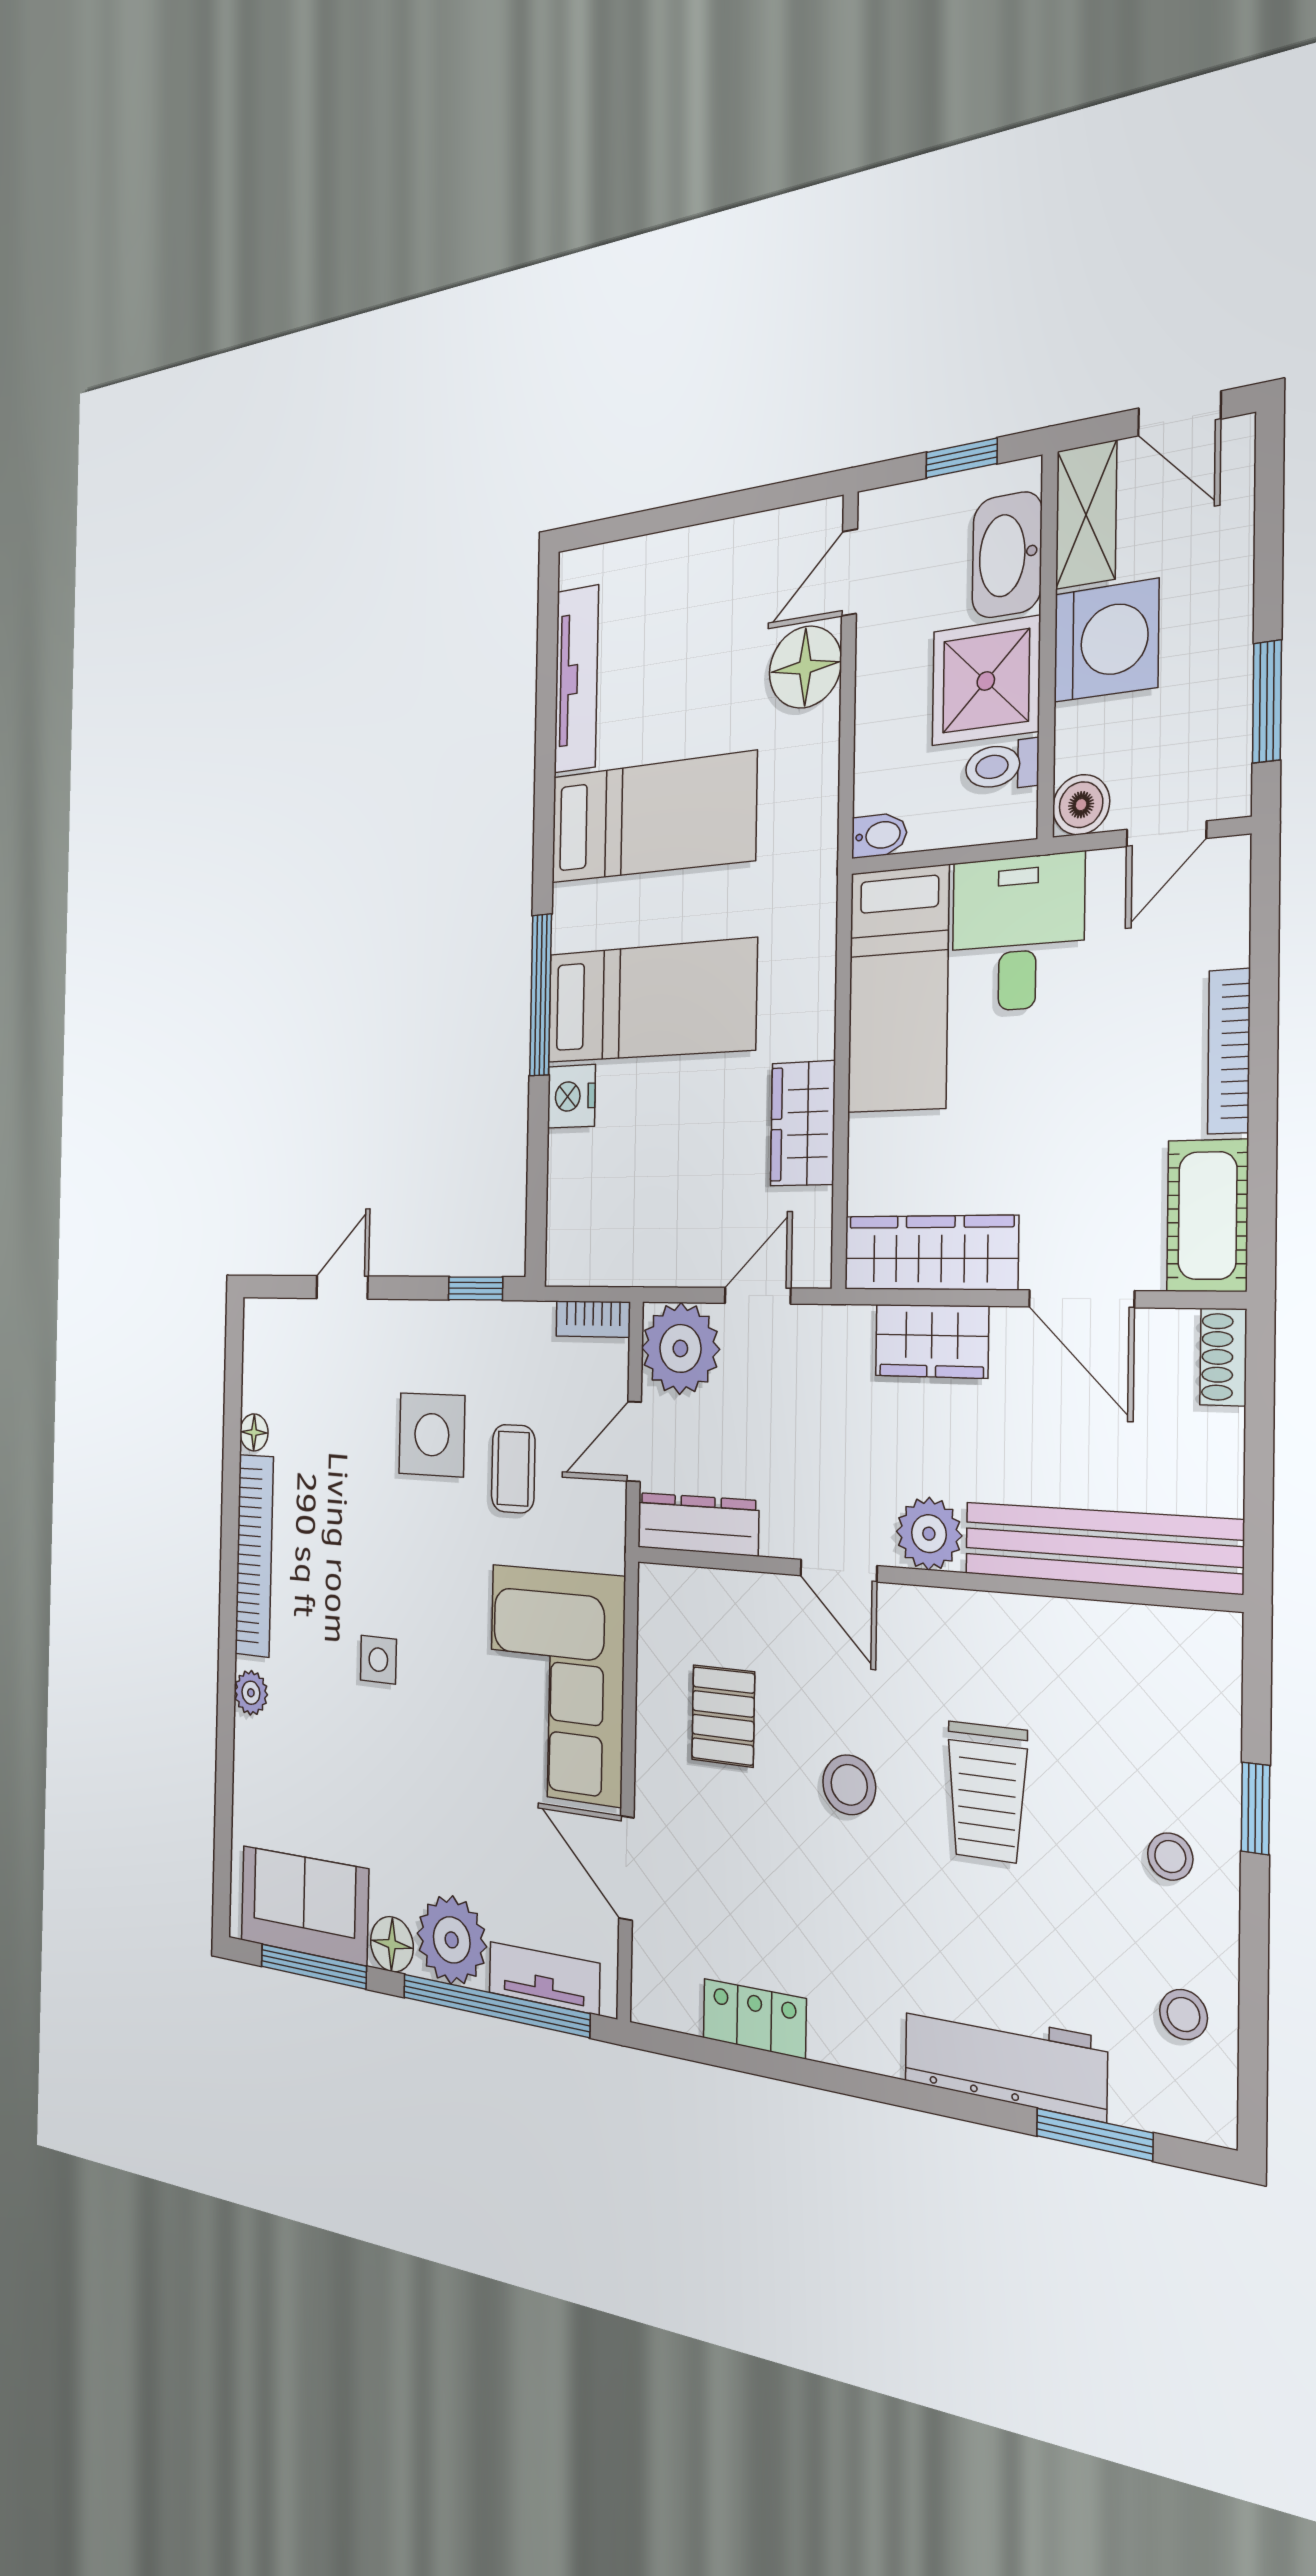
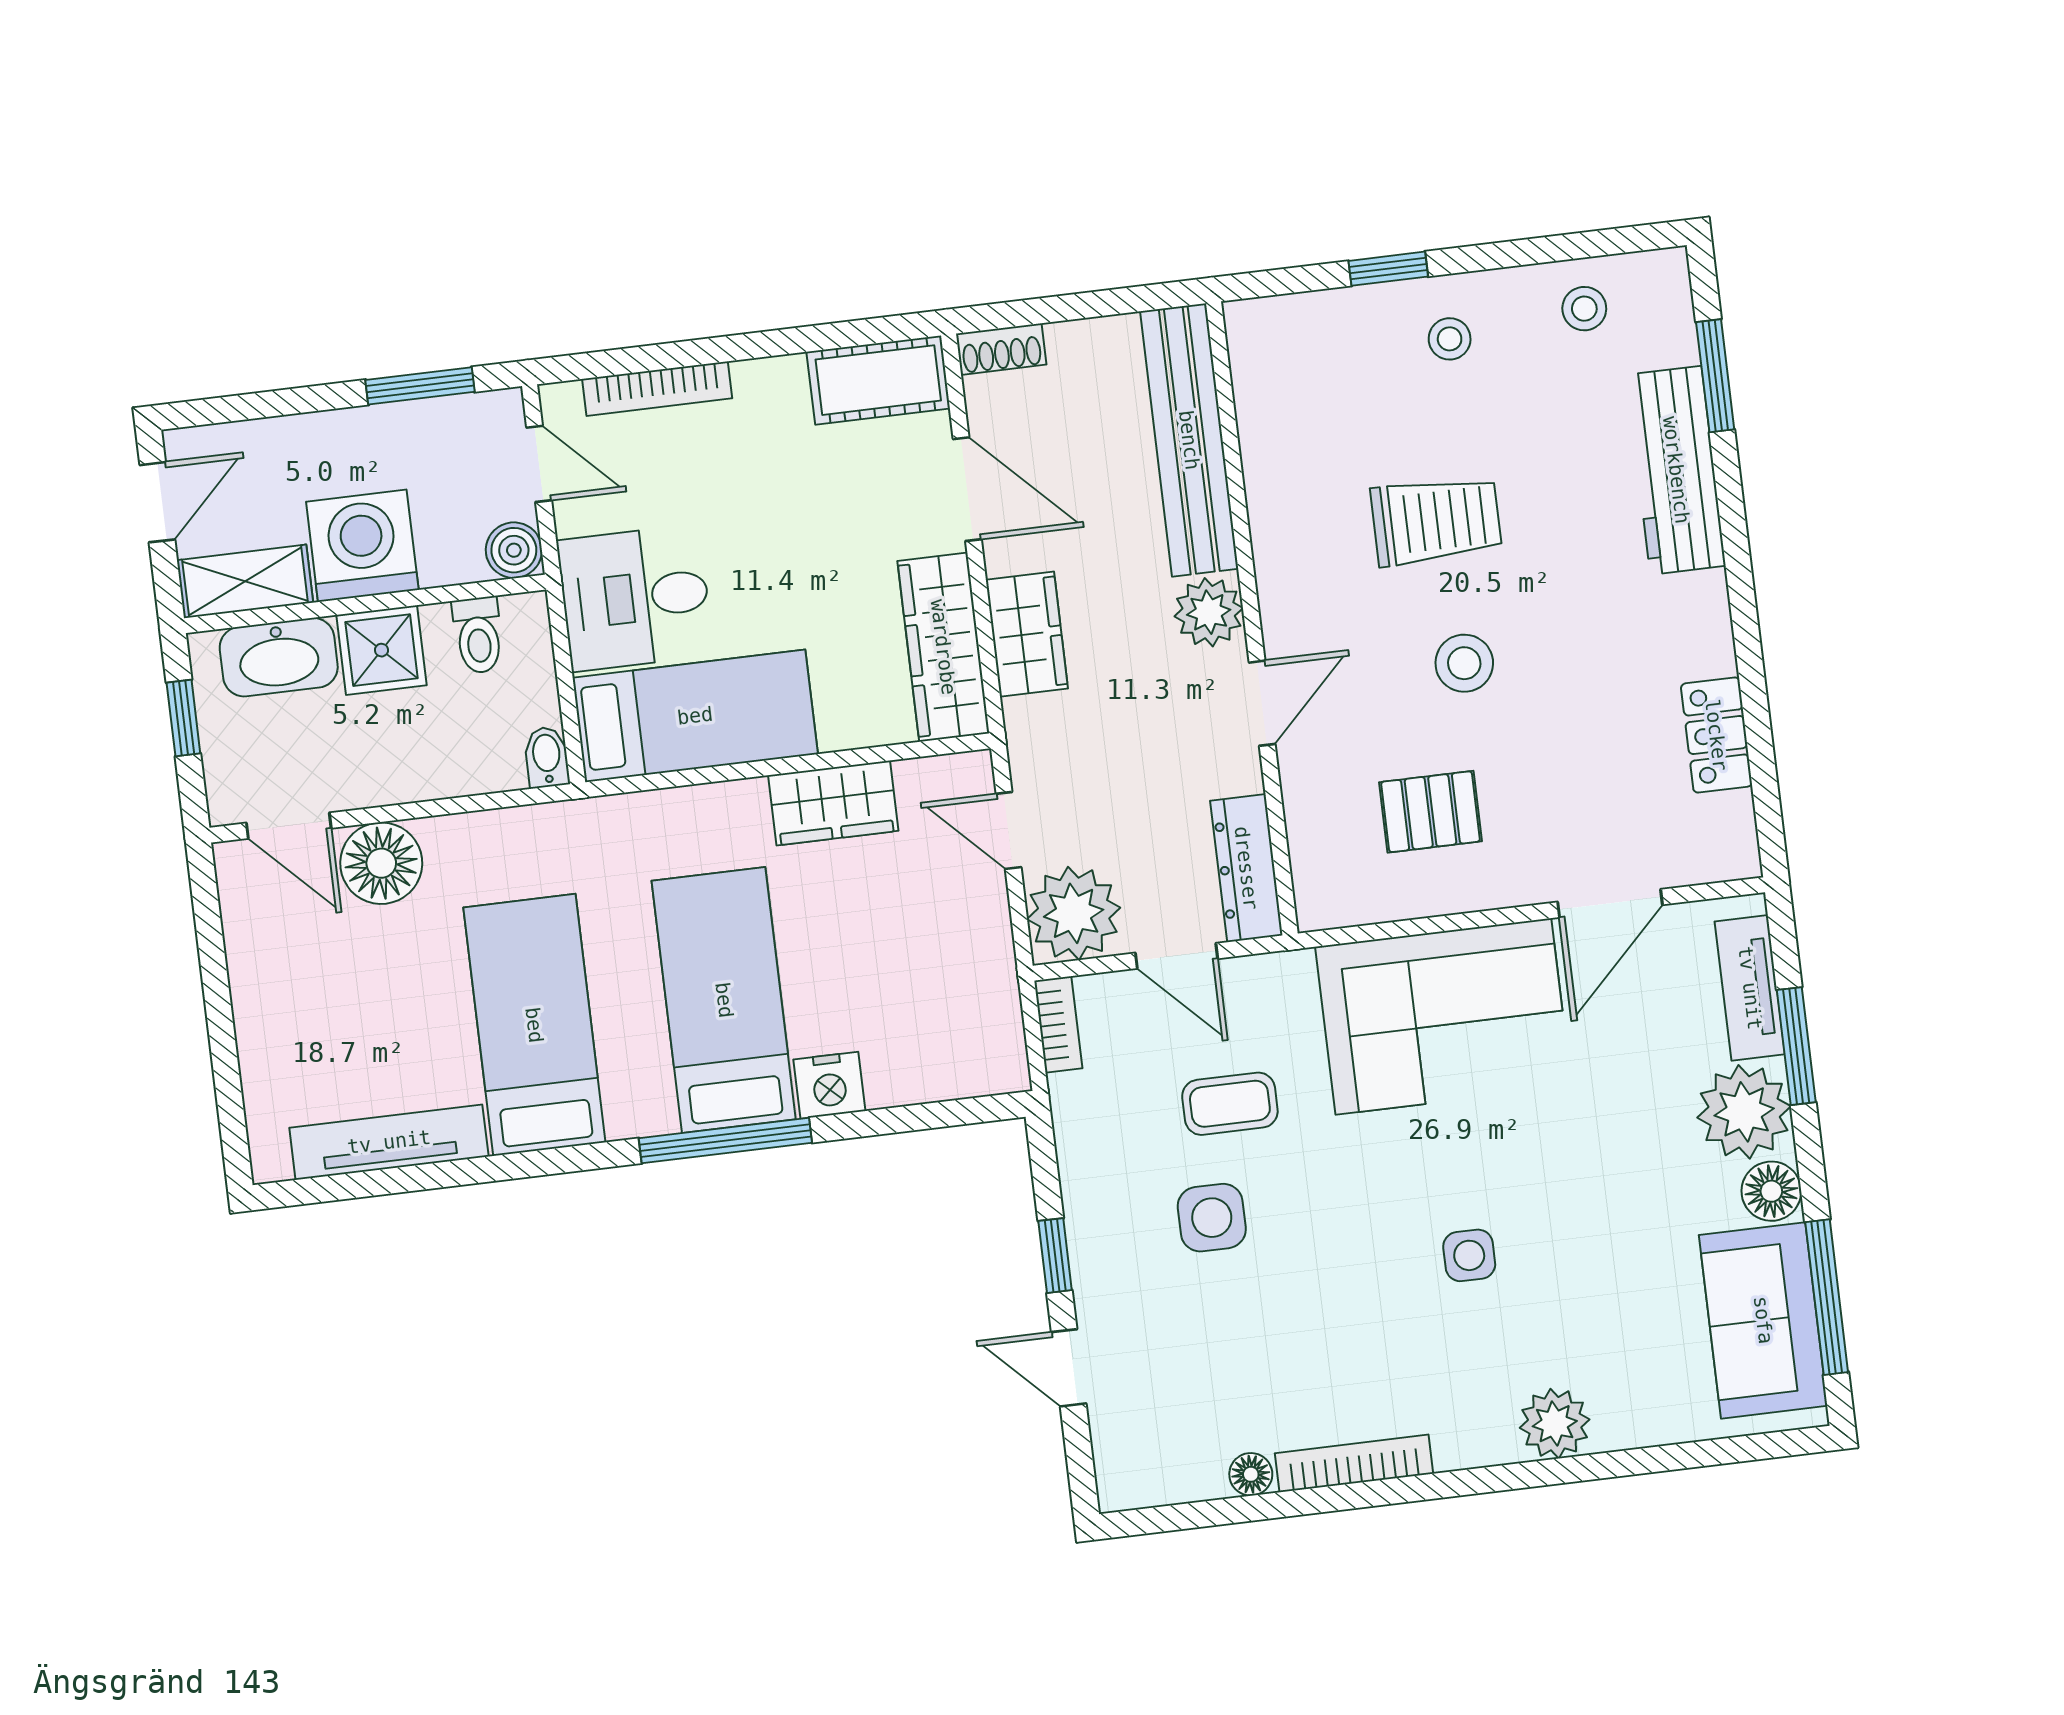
shower: (986, 681) -> (382, 650), width x0.73, depth x0.73
bookcase: (1229, 1051) -> (657, 389), moved
window: (475, 1288) -> (1055, 1256), moved
door: (1081, 1299) -> (967, 489), hinge flipped
side table: (432, 1435) -> (1212, 1218), width x0.73, depth x0.73
bookcase: (254, 1555) -> (1354, 1463), width x0.68, depth x0.76
plant: (251, 1693) -> (1555, 1424), width x1.38, depth x1.38
window: (495, 2005) -> (1796, 1046), width x0.47

